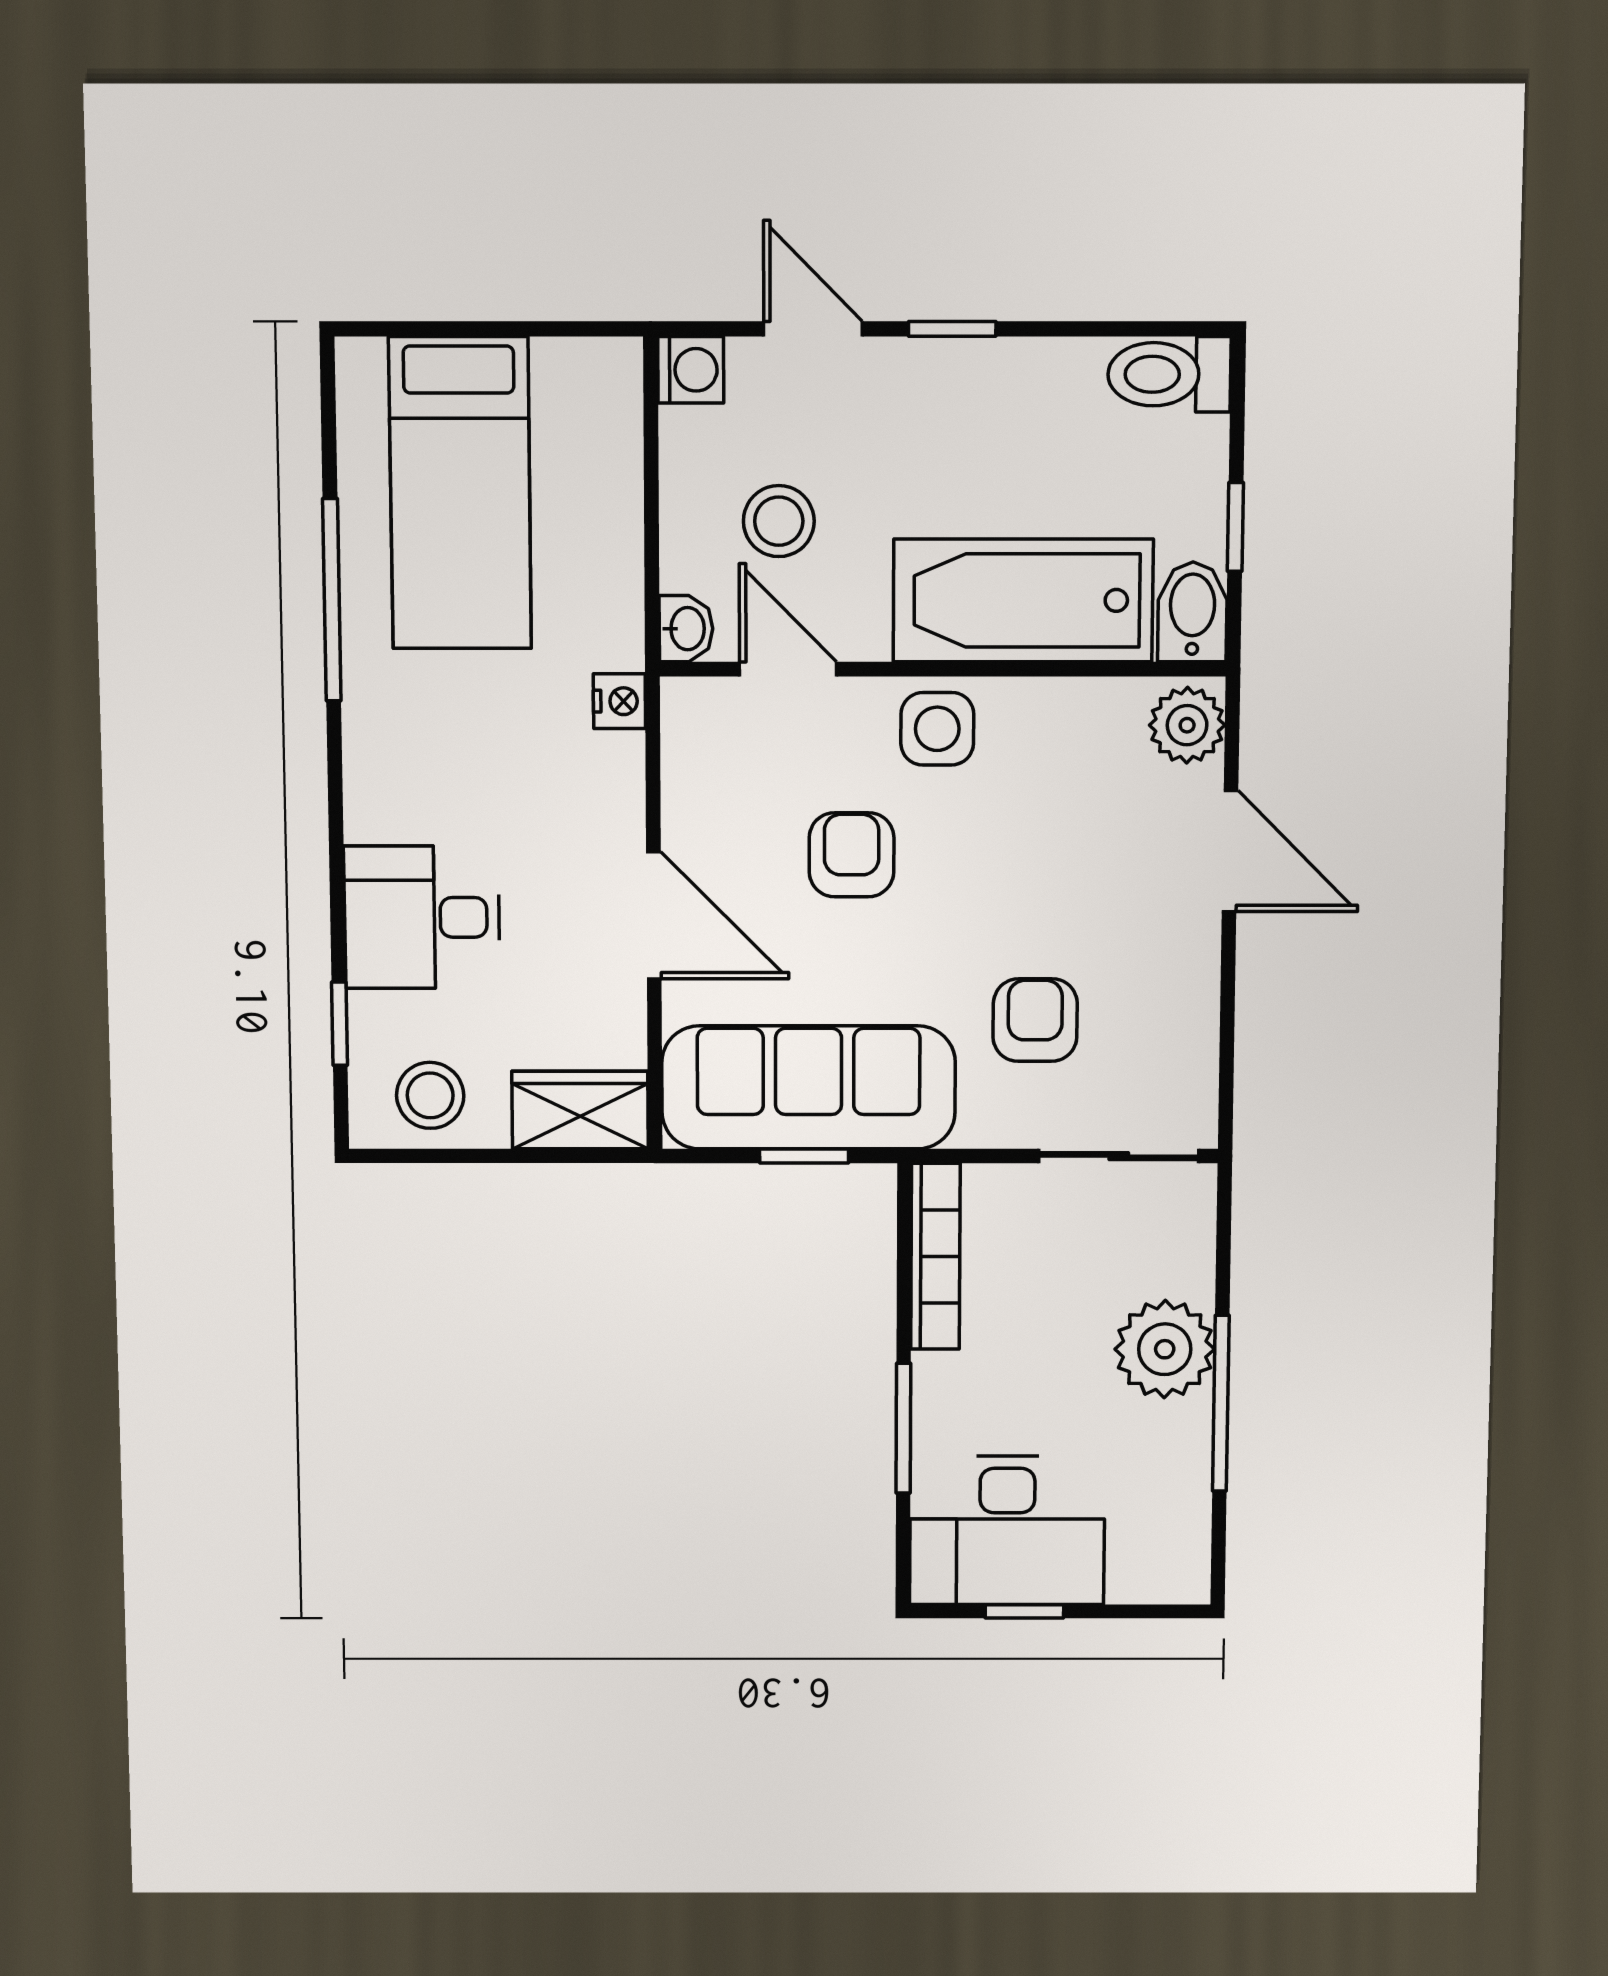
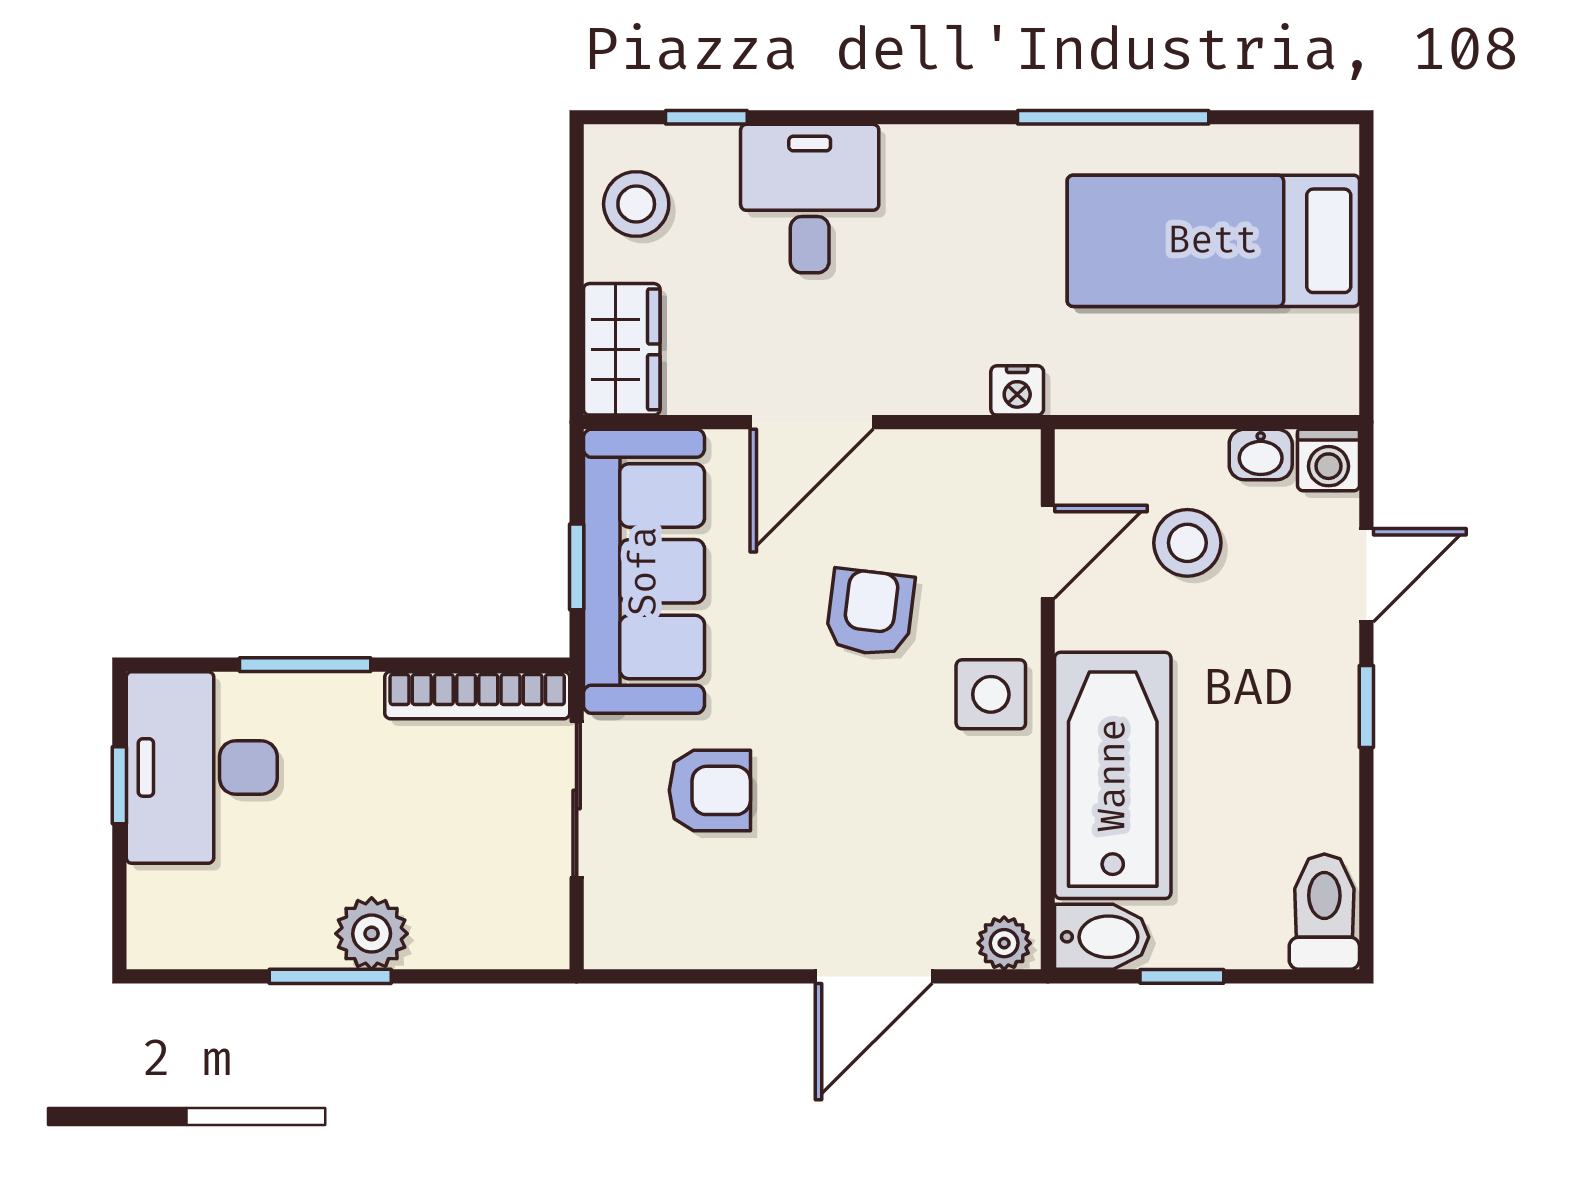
washbasin: (686, 629) -> (1261, 454), moved
plant: (1187, 725) -> (1004, 943), width x0.73, depth x0.73
armchair: (852, 855) -> (870, 613), turned -83
sliding door: (1119, 1156) -> (577, 800), moved
plant: (1165, 1349) -> (372, 934), width x0.73, depth x0.73
window: (1221, 1403) -> (330, 976), width x0.69

